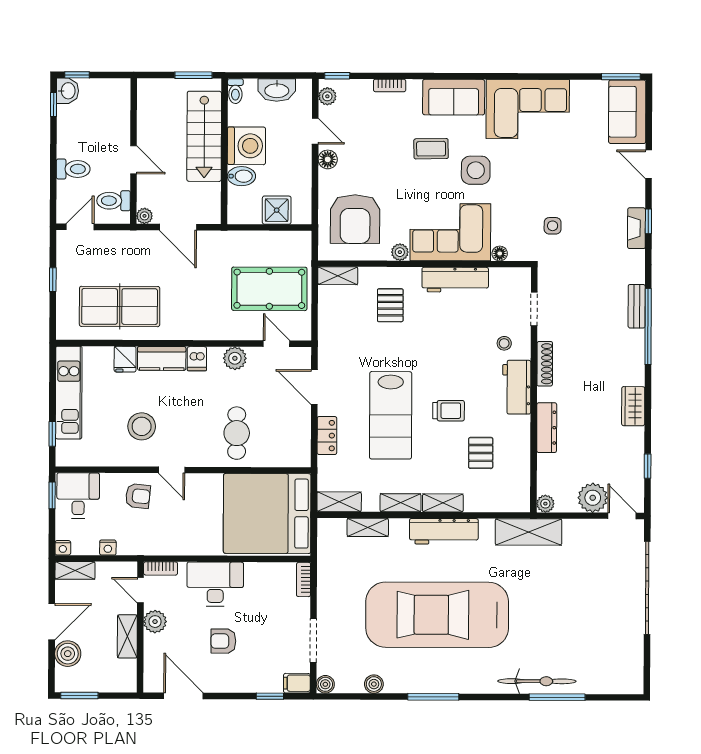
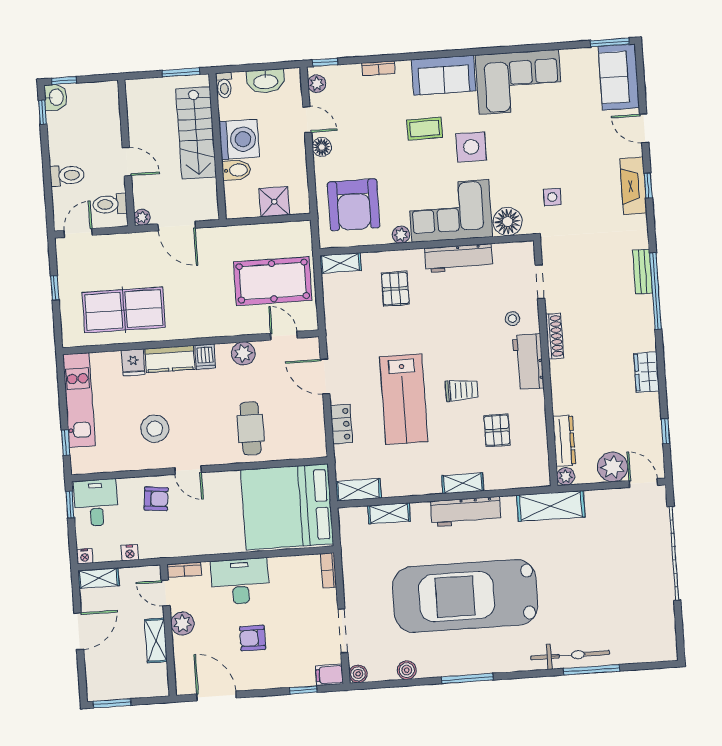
fireplace: (636, 228) -> (633, 186), width x1.37, depth x1.32
floor lamp: (500, 253) -> (508, 222), width x1.89, depth x1.89
dresser: (547, 428) -> (564, 441), moved
shelving: (401, 503) -> (420, 486), removed
boiler: (68, 654) -> (97, 662), removed

